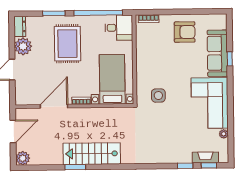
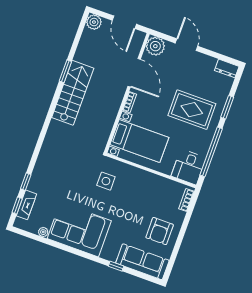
plant: (23, 46) -> (155, 46), moved
sofa: (217, 53) -> (142, 262), moved

